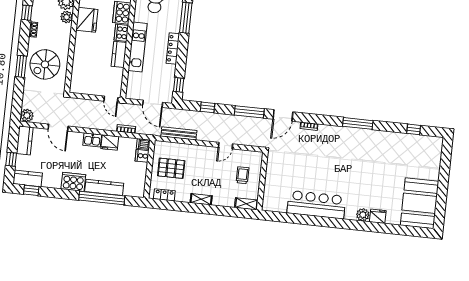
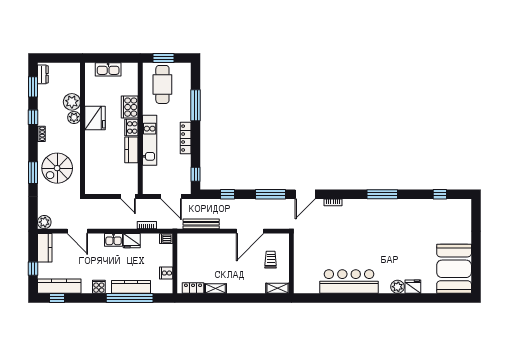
door: (225, 146) -> (250, 231), width x1.87
cooker: (142, 156) -> (166, 273), moved
pallet: (171, 168) -> (197, 260), removed
kitchen counter: (28, 178) -> (59, 286), width x1.50
cooker: (73, 182) -> (99, 287), width x0.53, depth x0.76
shelving: (201, 199) -> (215, 289), moved

